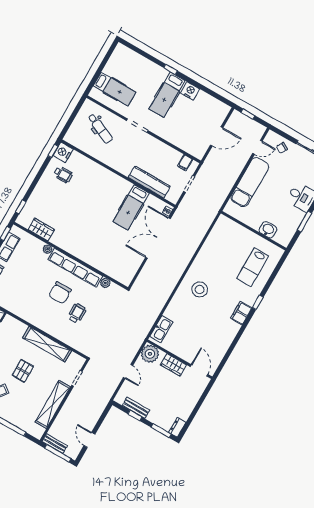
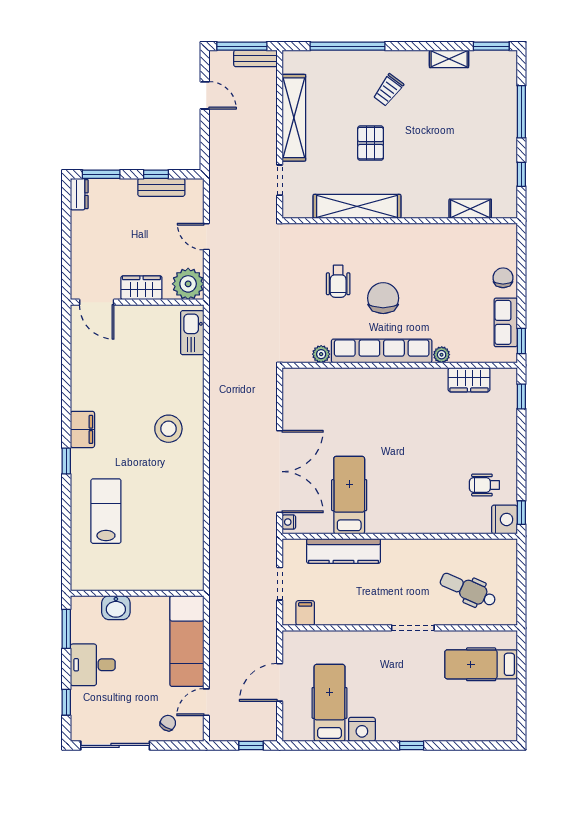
hospital bed: (167, 95) -> (330, 703), moved
washbasin: (268, 230) -> (116, 608), moved
wall: (254, 231) -> (137, 593), moved

